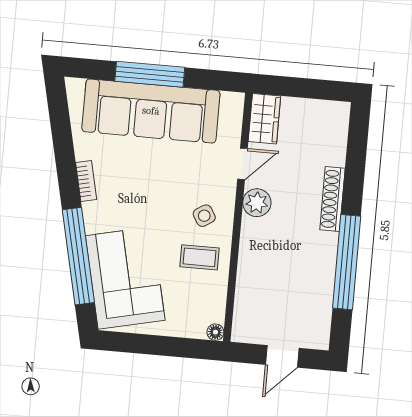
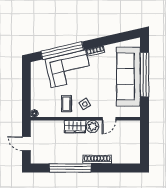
window: (150, 74) -> (145, 75), width x1.46
wardrobe: (264, 119) -> (75, 127), moved
door: (243, 164) -> (109, 119), hinge flipped
corner sofa: (125, 278) -> (68, 69), moved

